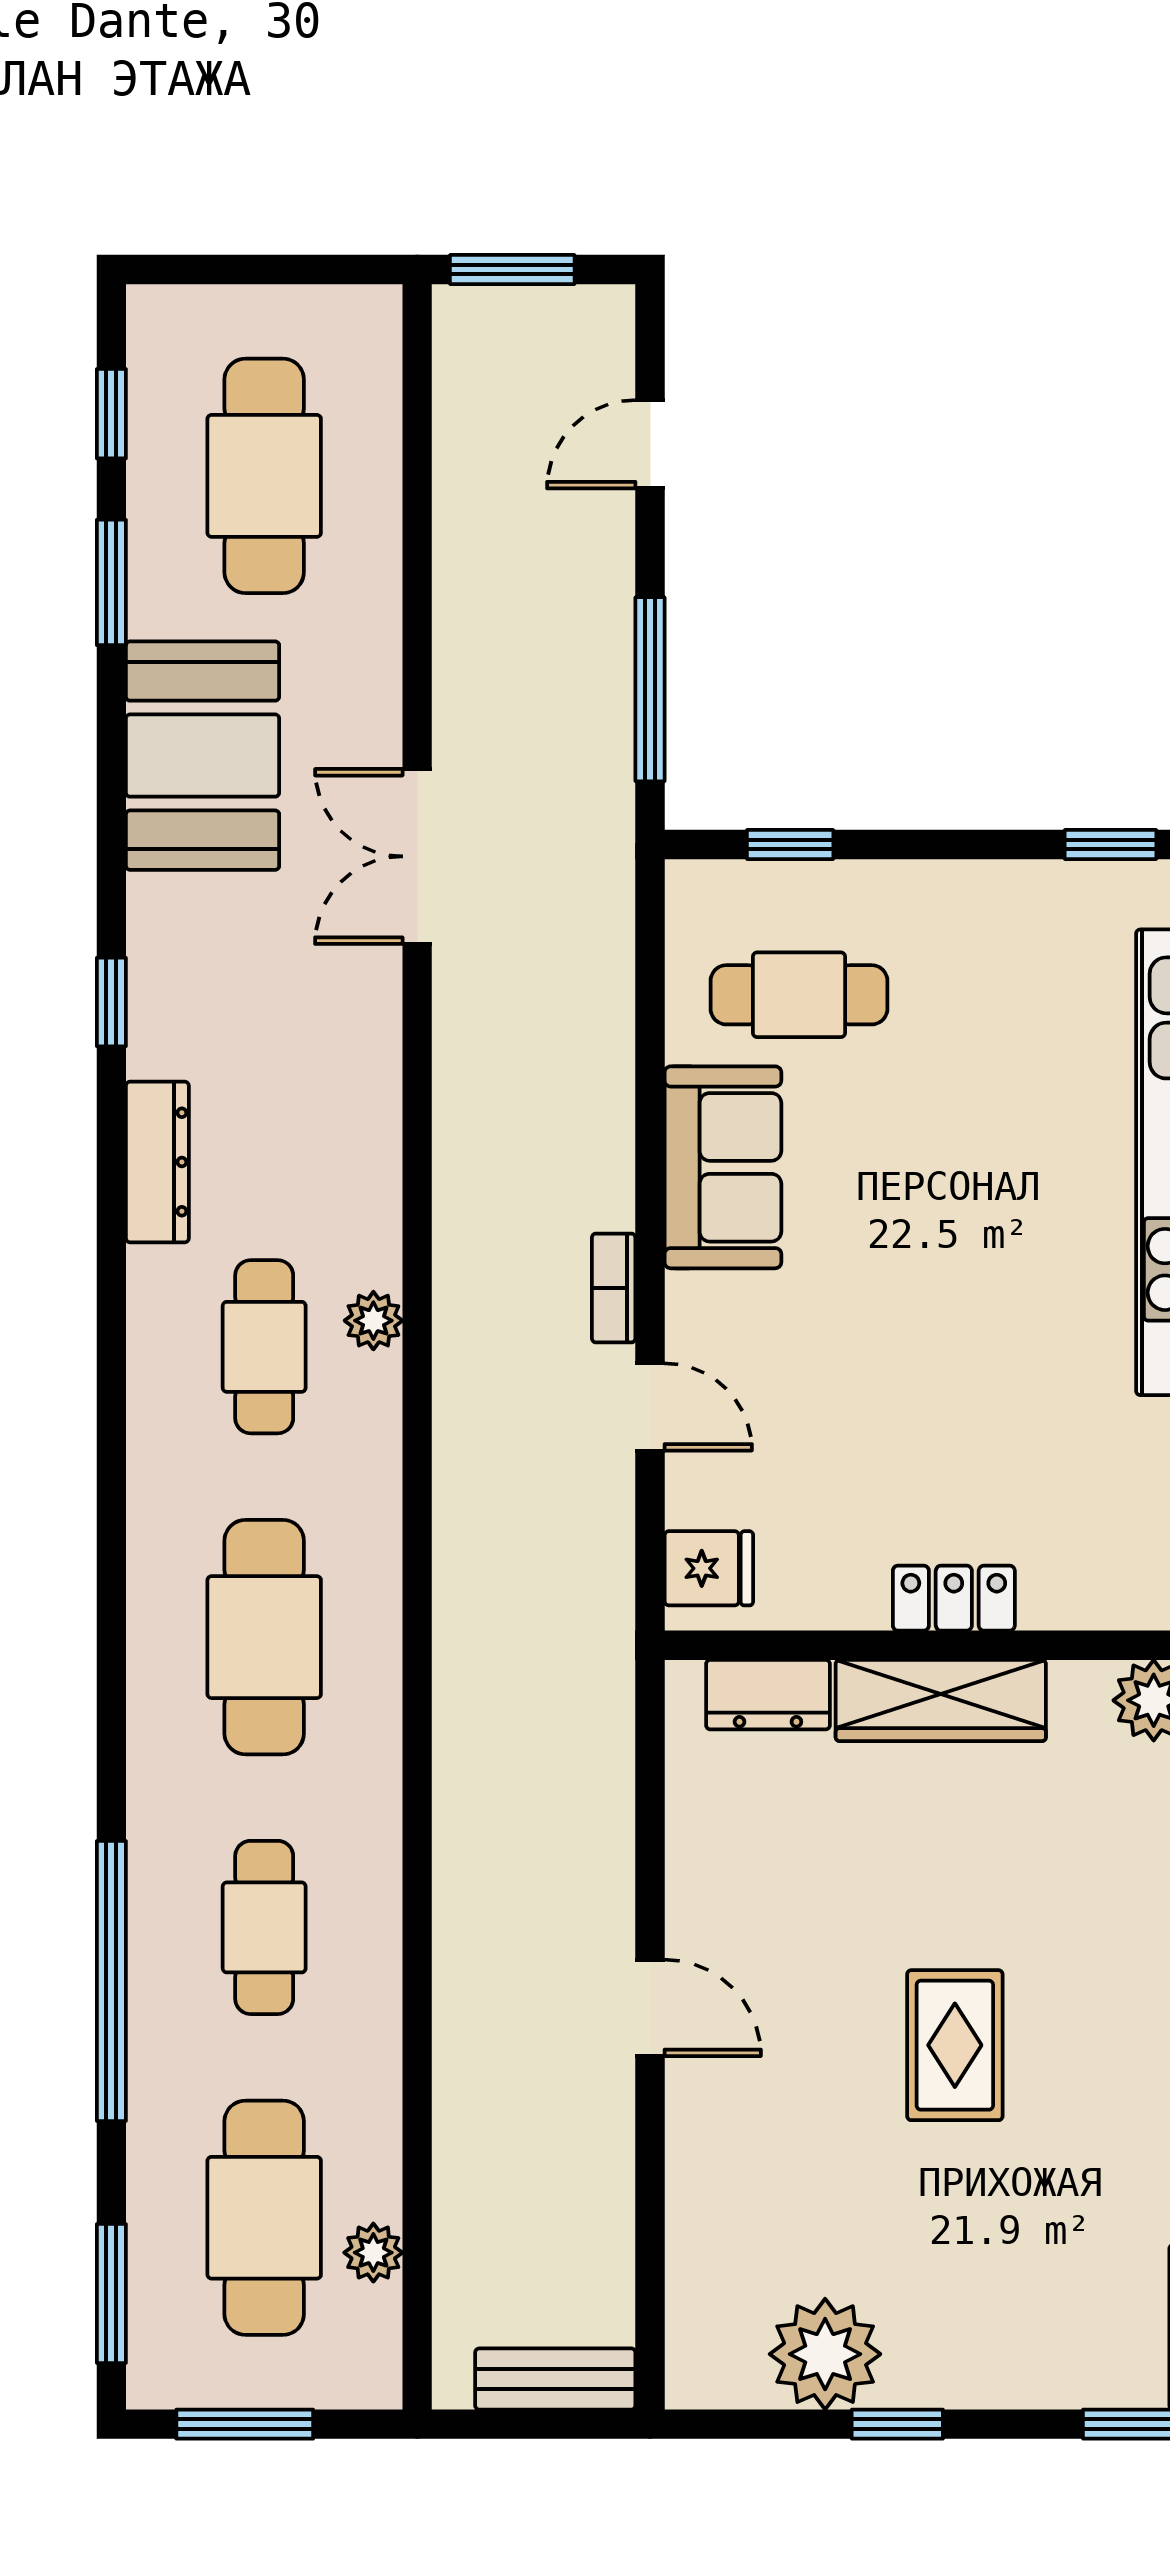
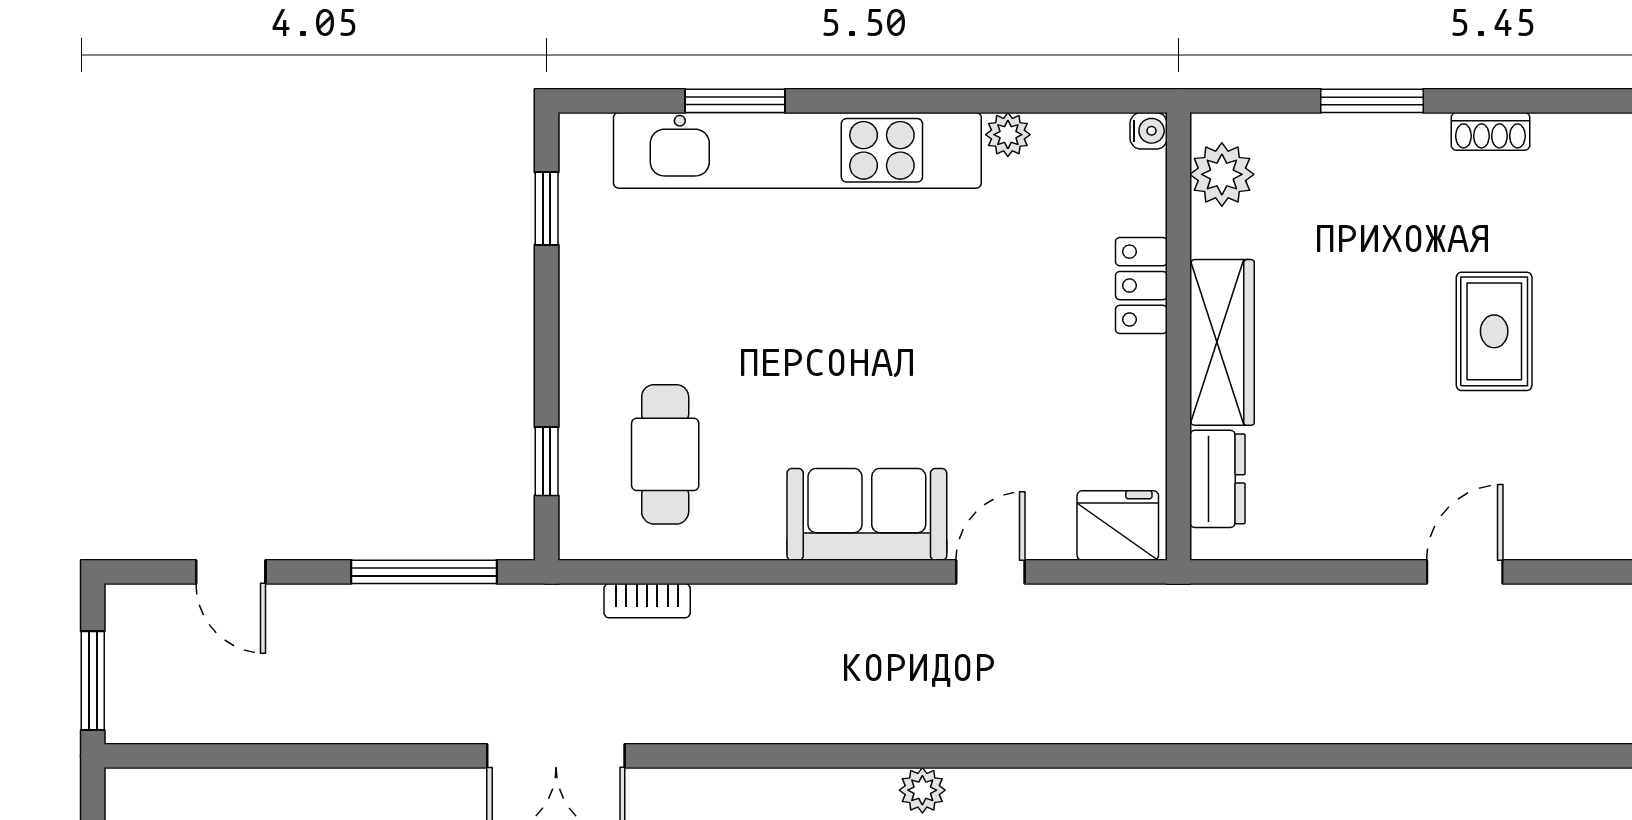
sofa: (723, 1167) -> (867, 514), moved
bookcase: (614, 1288) -> (647, 601), moved
fridge: (709, 1568) -> (1118, 526), width x1.38
locker: (954, 1598) -> (1141, 286), moved
rug: (955, 2045) -> (1494, 331), turned 90

